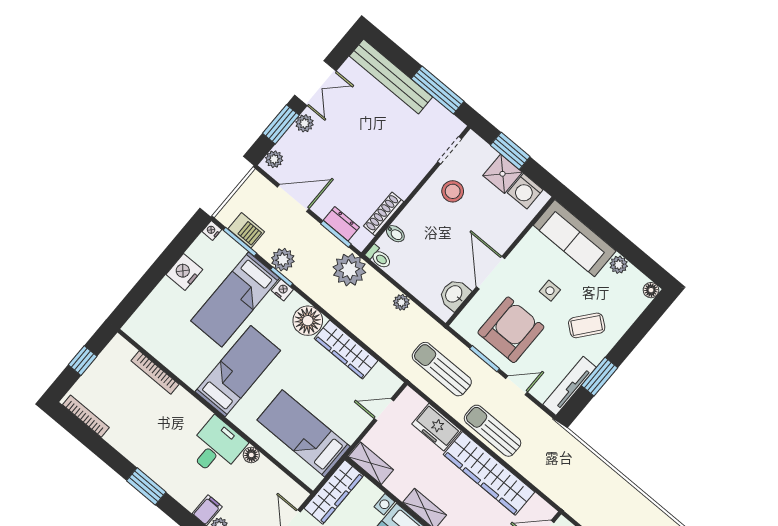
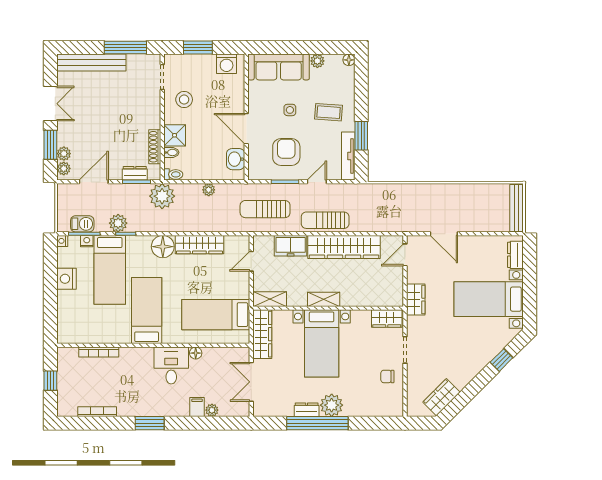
plant: (305, 123) -> (64, 154), moved
shower: (503, 174) -> (175, 135), moved
nightstand: (282, 290) -> (87, 241), moved
coffee table: (587, 325) -> (329, 112), turned 55
armchair: (511, 330) -> (286, 152), width x0.73, depth x0.73
bookcase: (86, 416) -> (97, 412), moved

